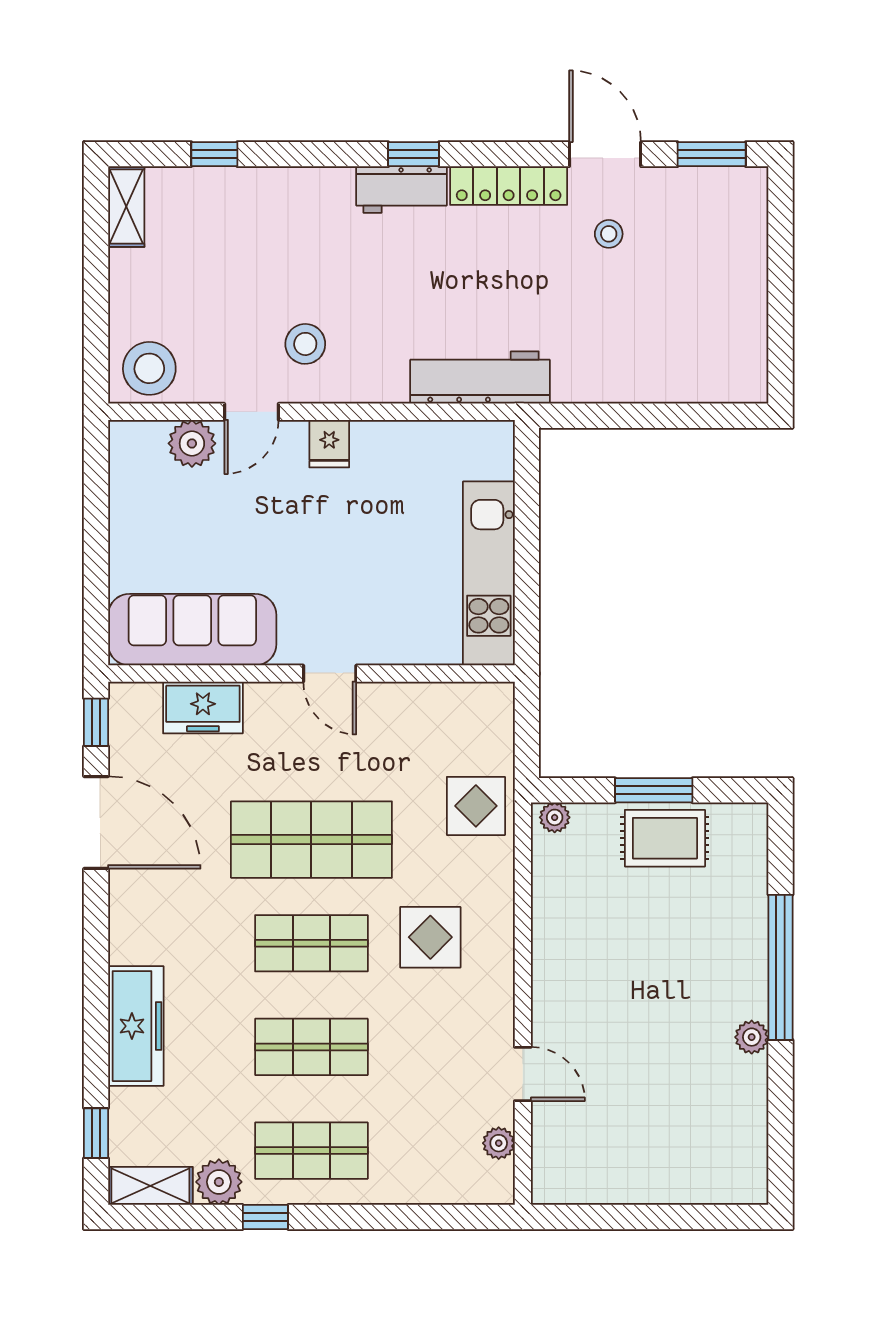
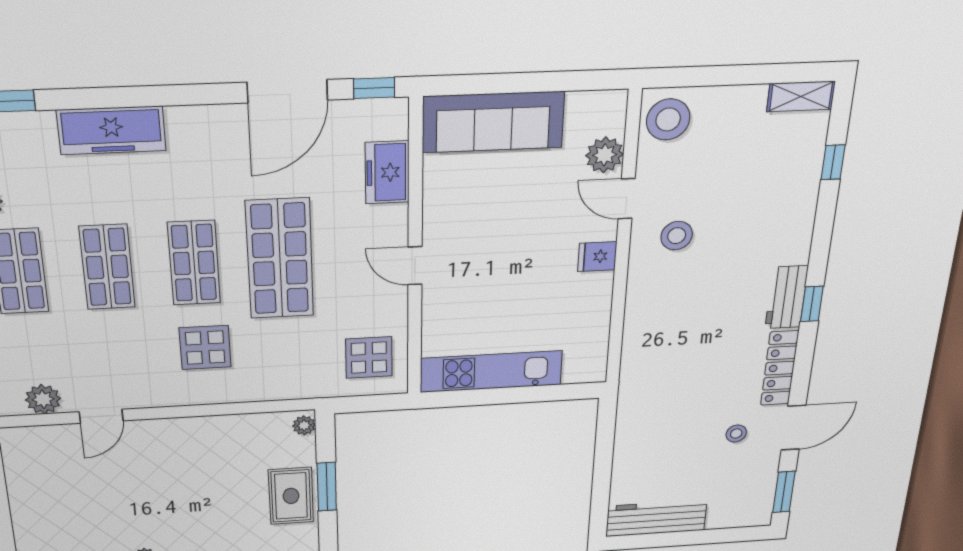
workbench: (480, 377) -> (657, 518), moved, turned -90
sofa: (192, 630) -> (493, 122), moved, turned 90
door: (330, 673) -> (415, 266), hinge flipped
display table: (476, 806) -> (369, 358), moved
plant: (499, 1143) -> (43, 399), width x1.38, depth x1.38

